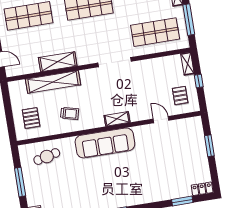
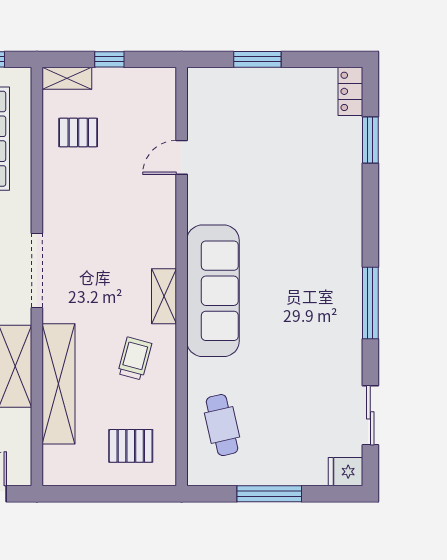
doorway: (115, 62) -> (37, 271), moved
pallet: (180, 96) -> (78, 133), moved
shelving: (117, 119) -> (164, 296), moved

